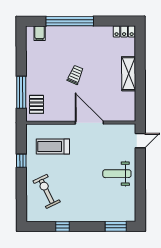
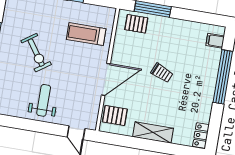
pallet: (120, 109) -> (115, 116), added
treadmill: (53, 147) -> (86, 34), turned -90
exercise bike: (47, 191) -> (36, 53), moved, turned 81

